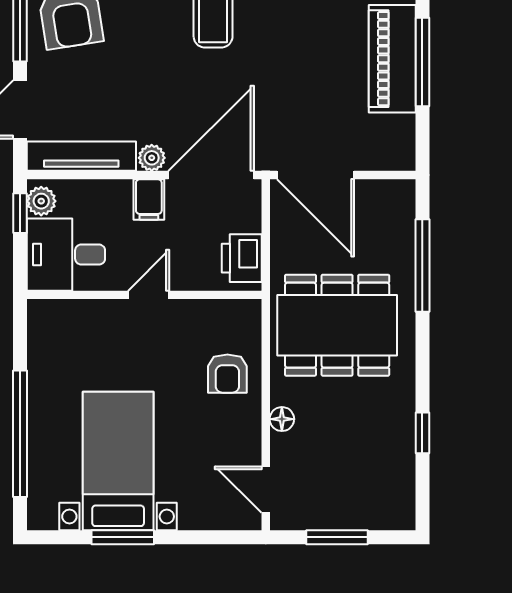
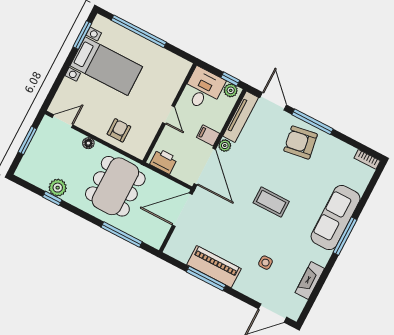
armchair: (227, 374) -> (119, 130), turned 90
plant: (397, 433) -> (58, 188), added
window: (123, 537) -> (82, 35), moved

